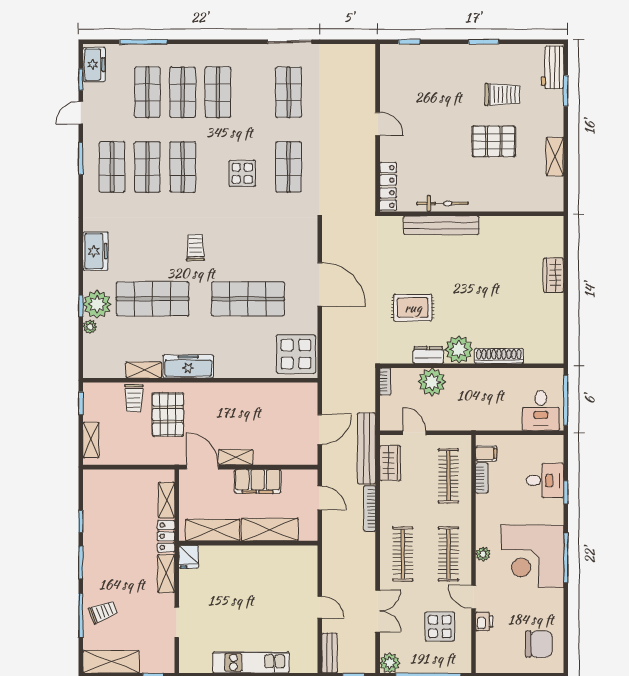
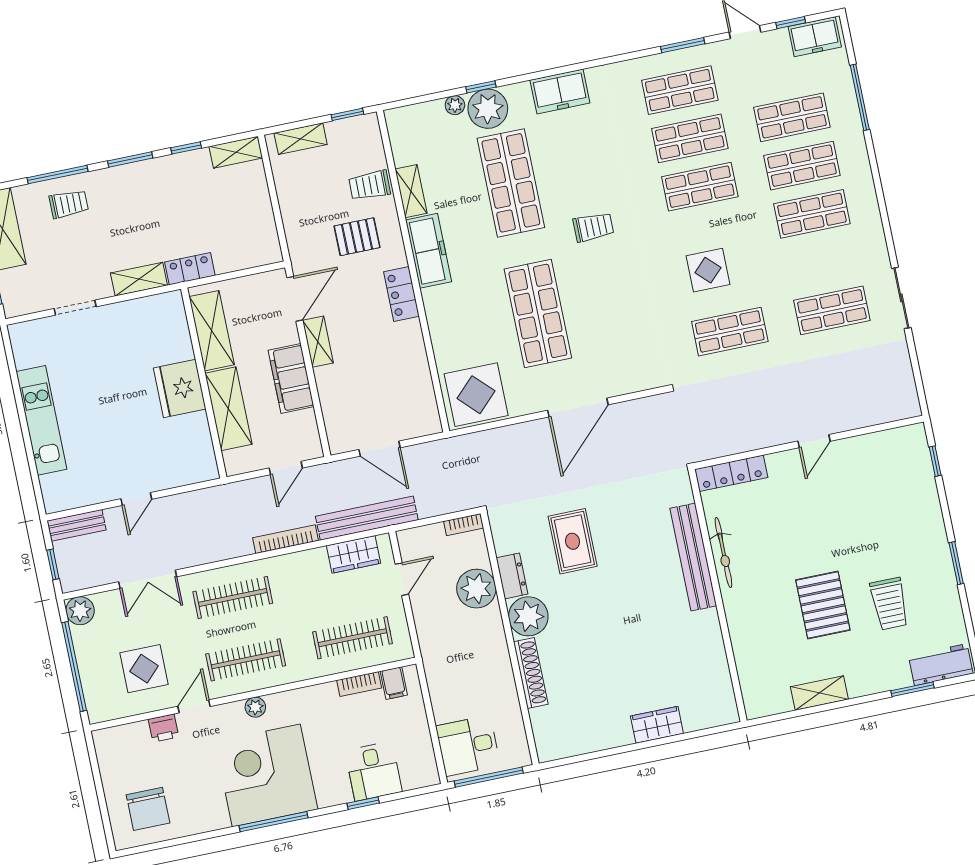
locker: (215, 392) -> (401, 294), added
pallet: (168, 414) -> (357, 237), width x0.67, depth x0.71
shelving: (166, 500) -> (236, 152), moved
fridge: (189, 557) -> (180, 388), moved, width x1.88, depth x1.34
trolley: (103, 612) -> (69, 204), turned -69

